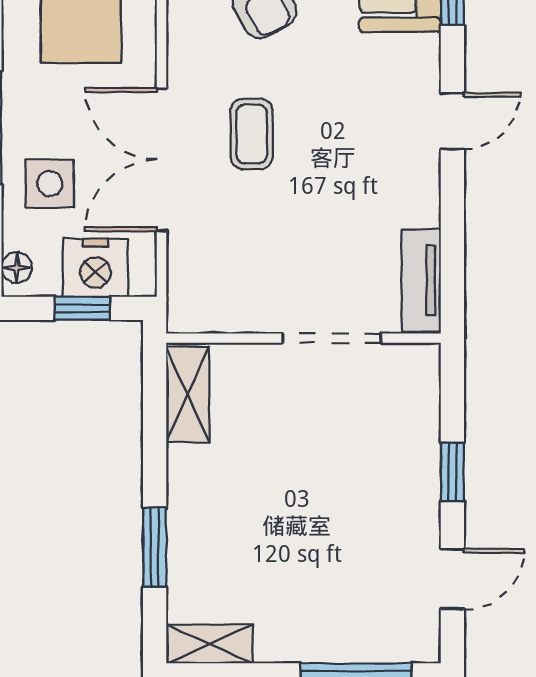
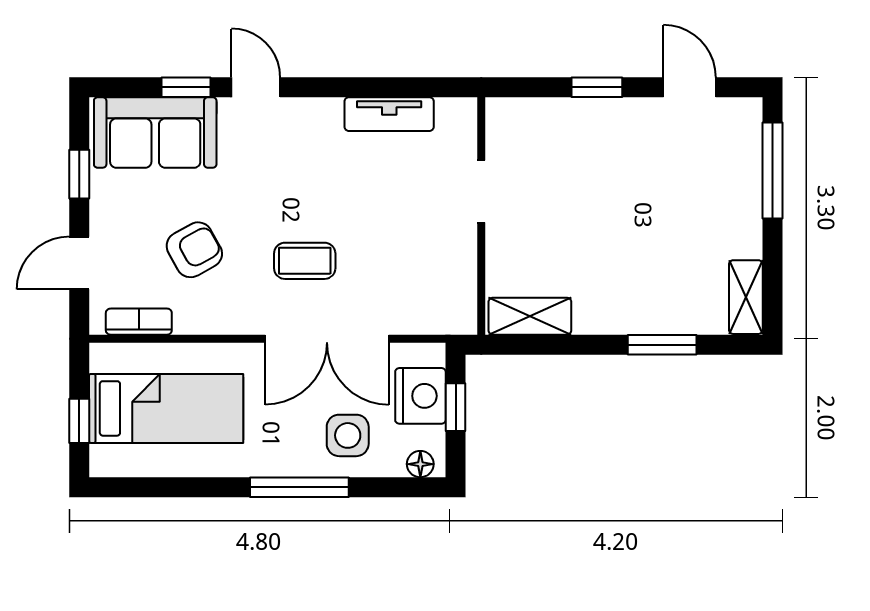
door: (452, 121) -> (256, 87), moved
tv unit: (421, 280) -> (389, 114), moved
doorway: (332, 338) -> (481, 191), width x0.73

